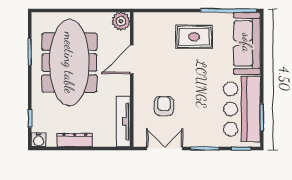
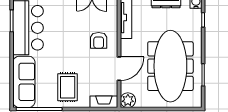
fireplace: (150, 19) -> (104, 102), added
rug: (194, 37) -> (68, 87), turned 90
armchair: (164, 106) -> (99, 40), moved

